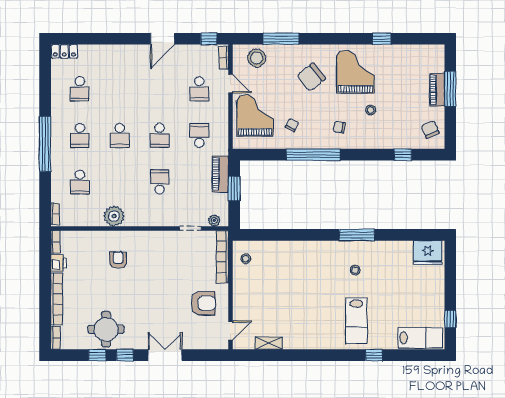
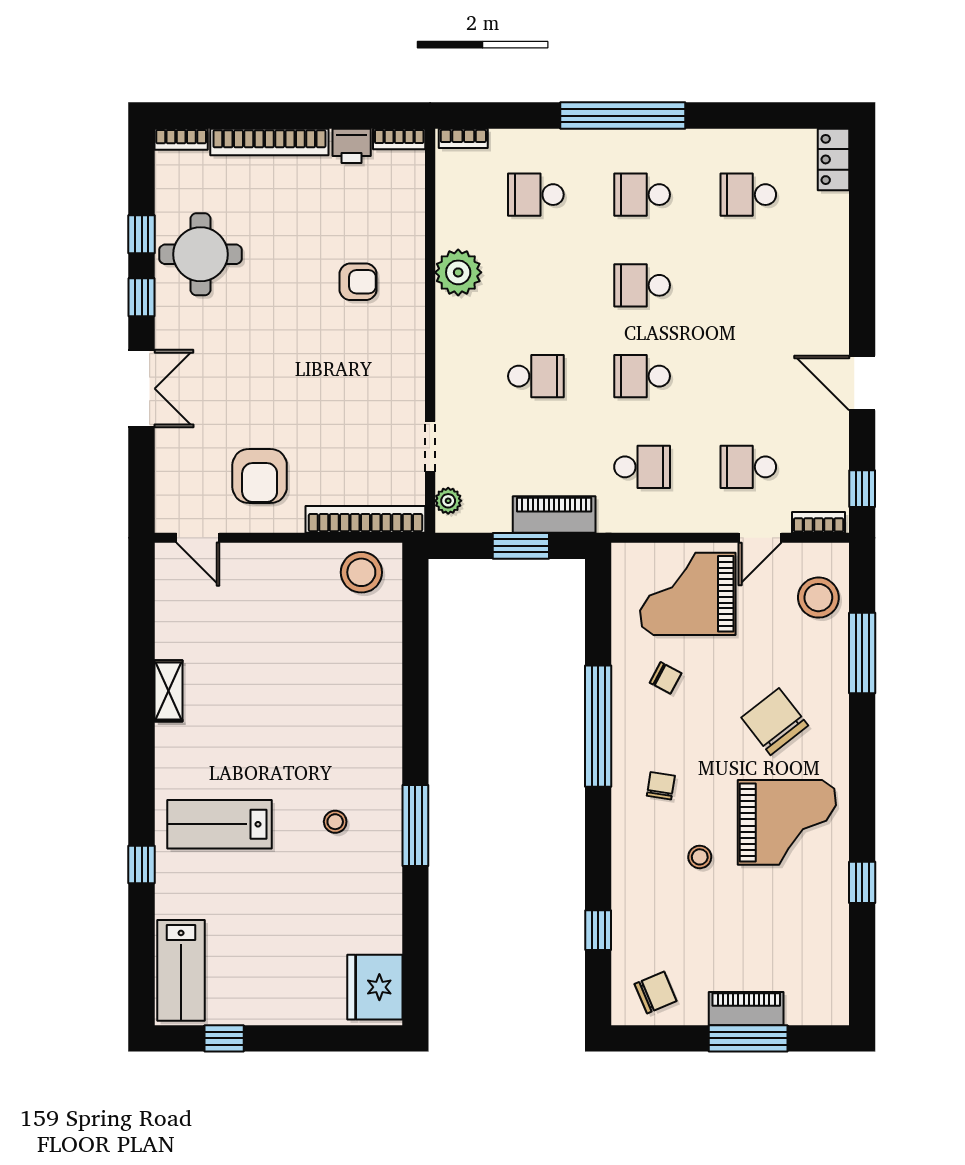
grand piano: (255, 115) -> (688, 594), turned 180
stool: (246, 259) -> (361, 572), width x1.89, depth x1.89
shelving: (269, 343) -> (168, 691), moved

